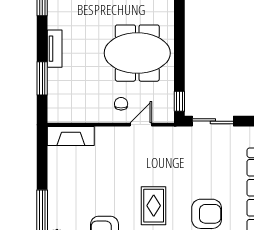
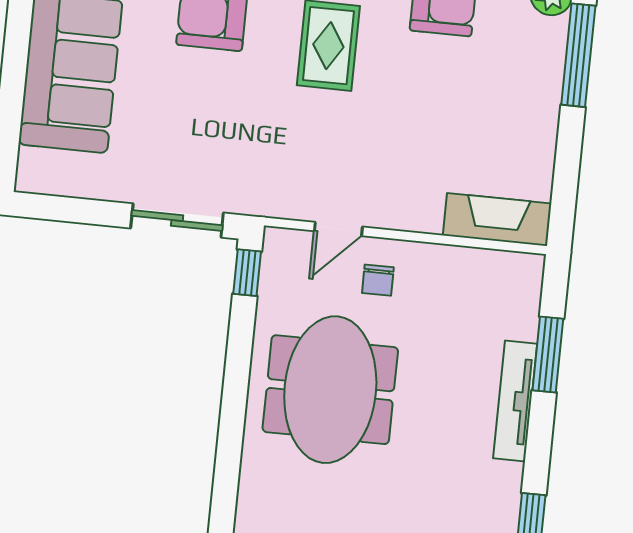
tv unit: (55, 49) -> (515, 401), width x1.41
meeting table: (137, 53) -> (330, 390), turned 90

